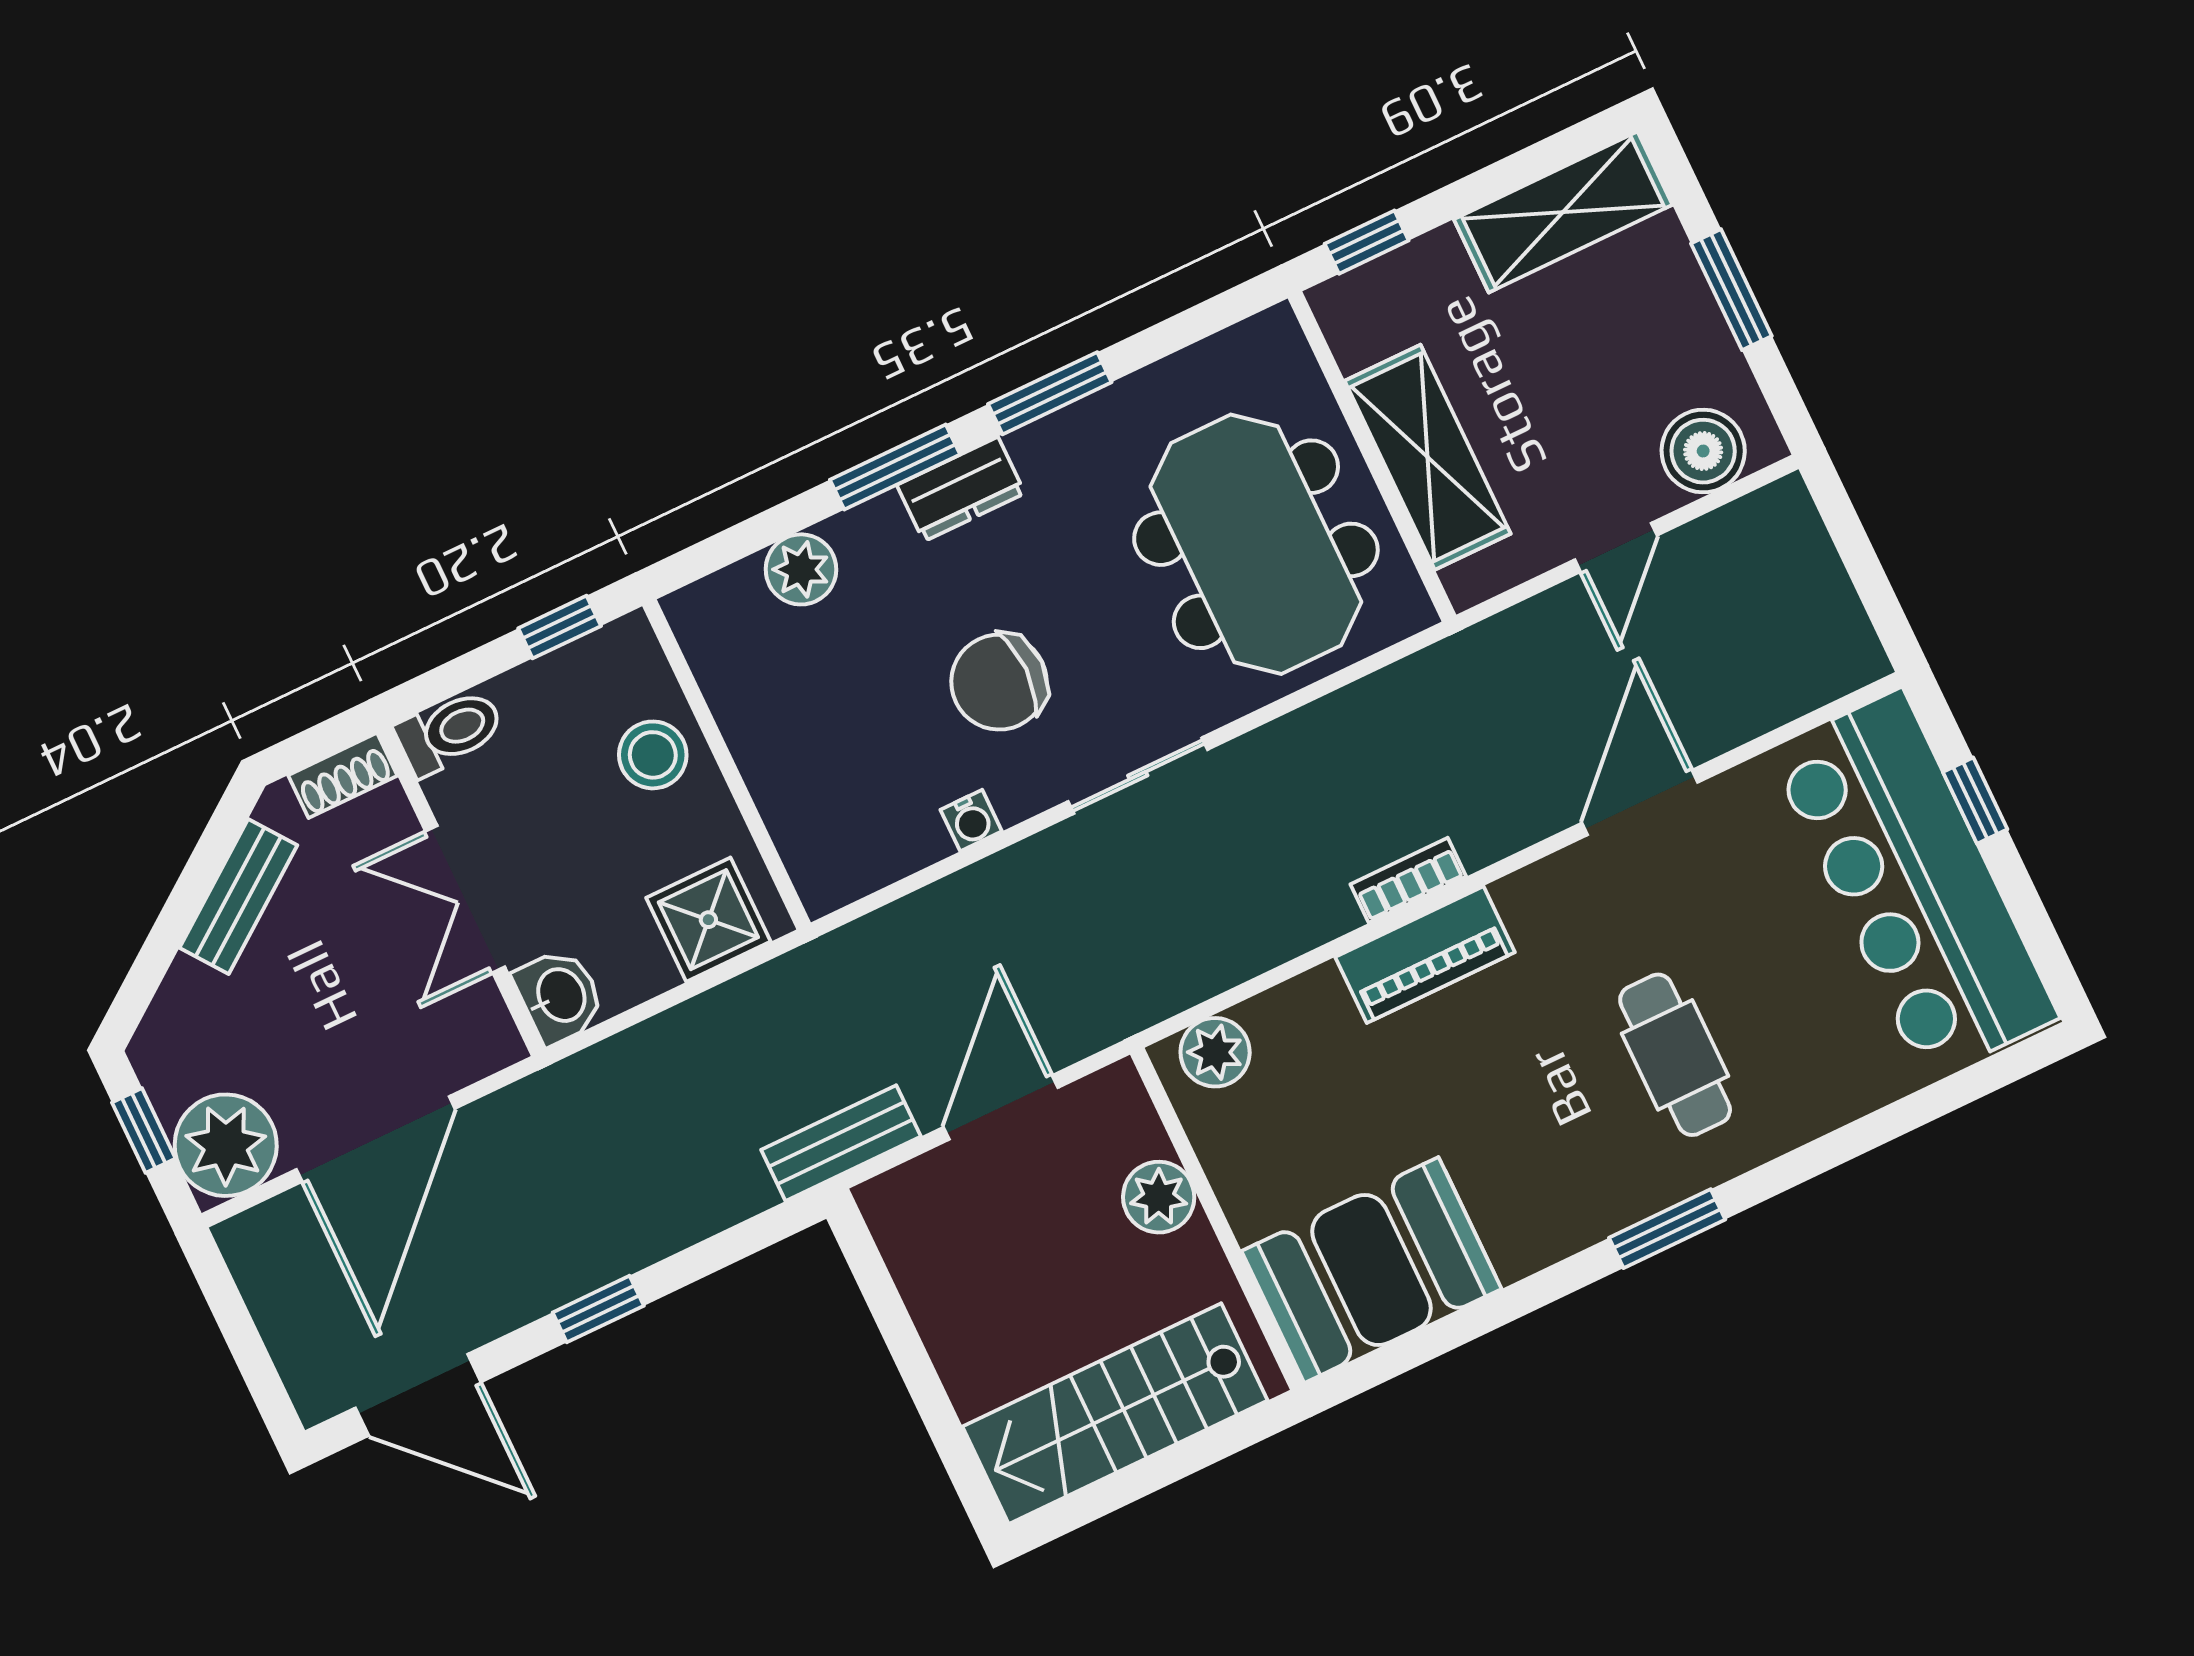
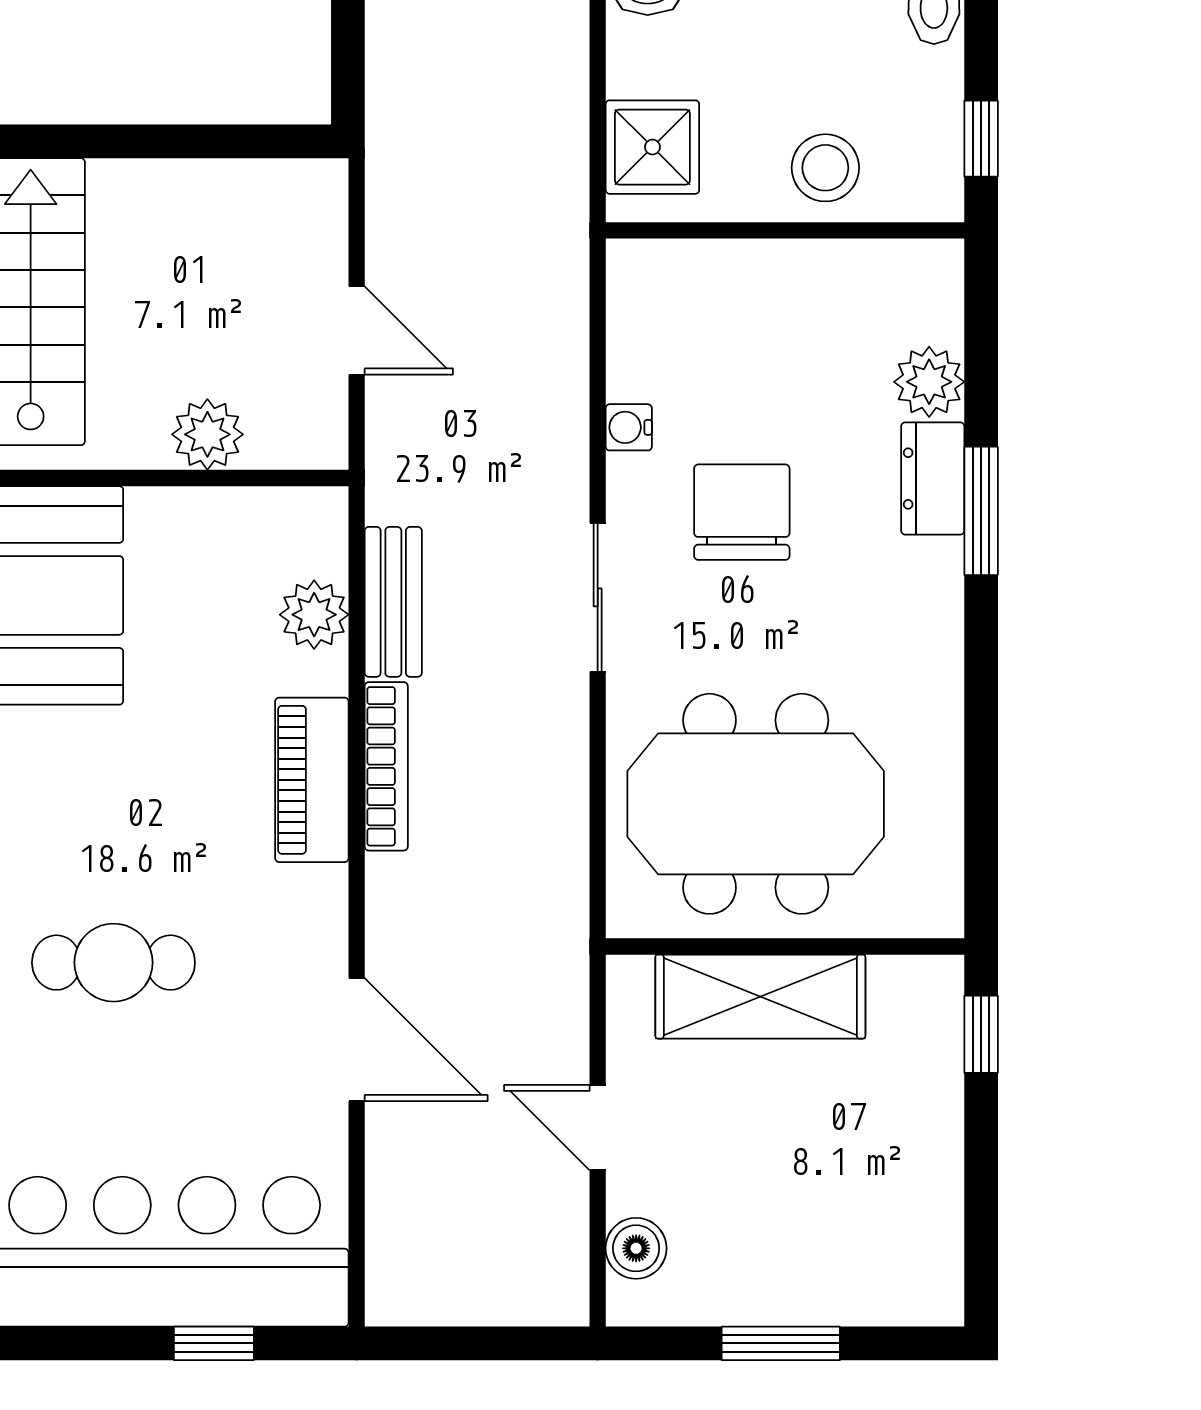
shelving: (1563, 212) -> (924, 1225), removed
window: (1050, 393) -> (981, 683), removed
boiler: (1703, 451) -> (636, 1248), width x0.73, depth x0.73
dresser: (961, 489) -> (933, 479), moved
bookcase: (1408, 880) -> (386, 766), width x1.56
plant: (1215, 1052) -> (314, 615), moved
door: (1001, 1107) -> (357, 330), width x0.73
bench: (841, 1143) -> (393, 602), moved

